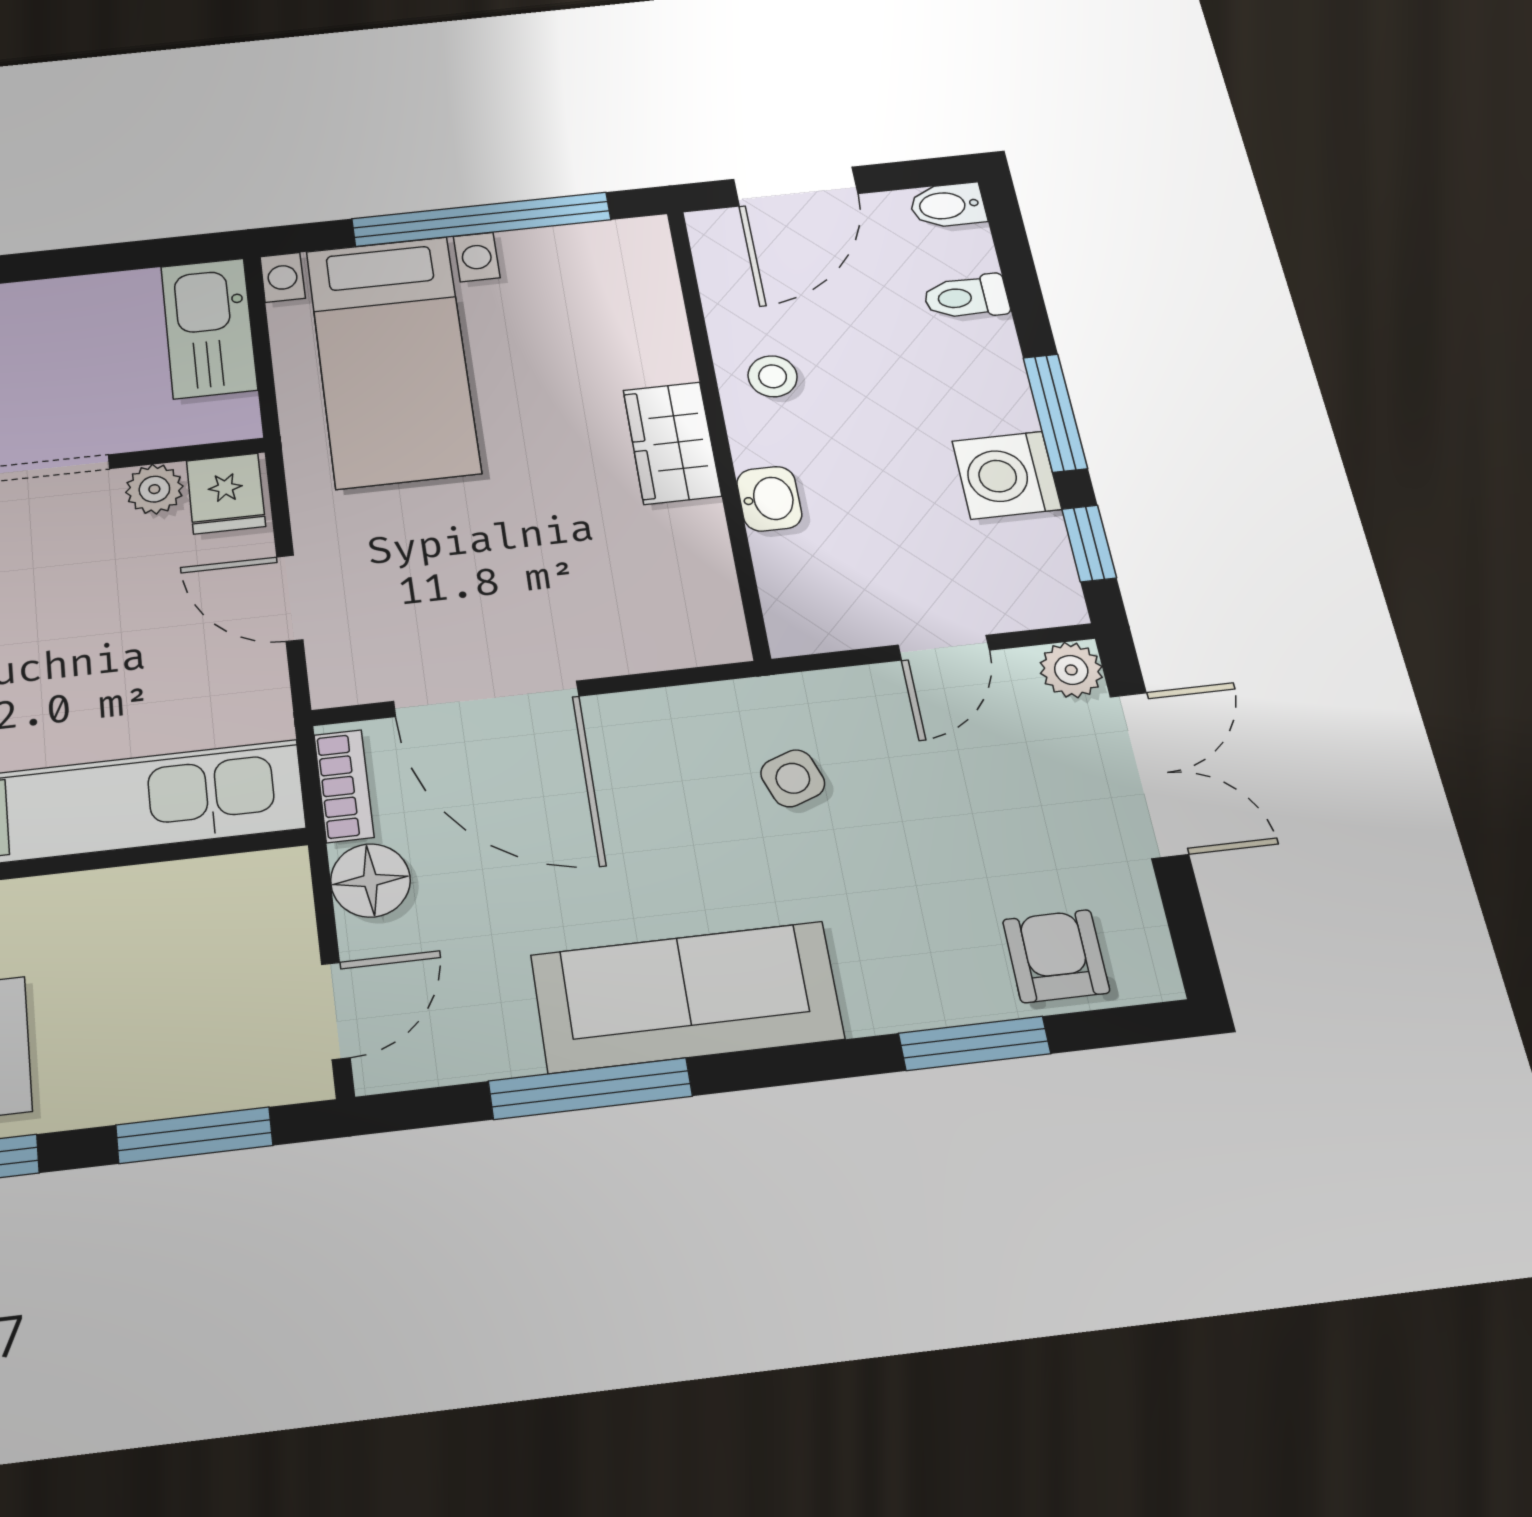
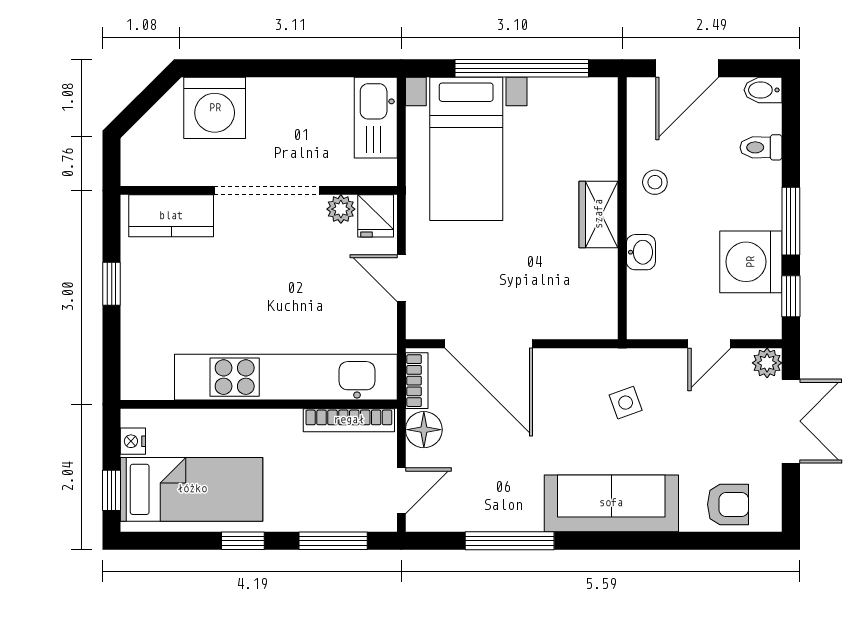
washing machine: (1007, 475) -> (751, 262), width x1.37, depth x1.37
bookcase: (207, 880) -> (349, 420), added
armchair: (1056, 956) -> (728, 504), turned 90
sofa: (687, 997) -> (611, 503), moved
window: (974, 1043) -> (683, 541), removed

